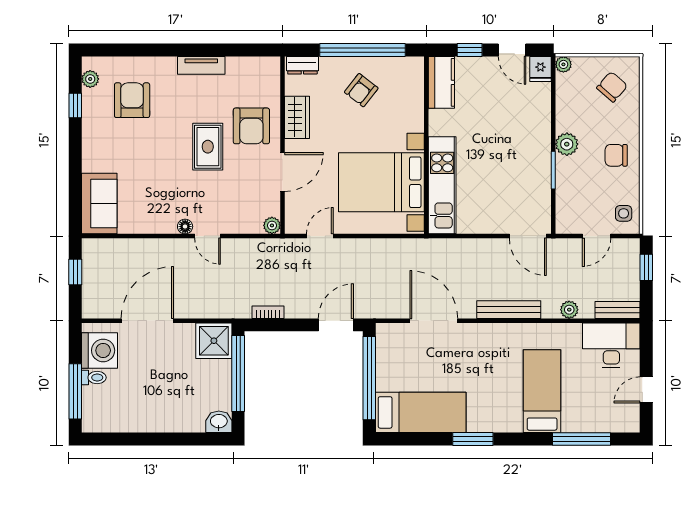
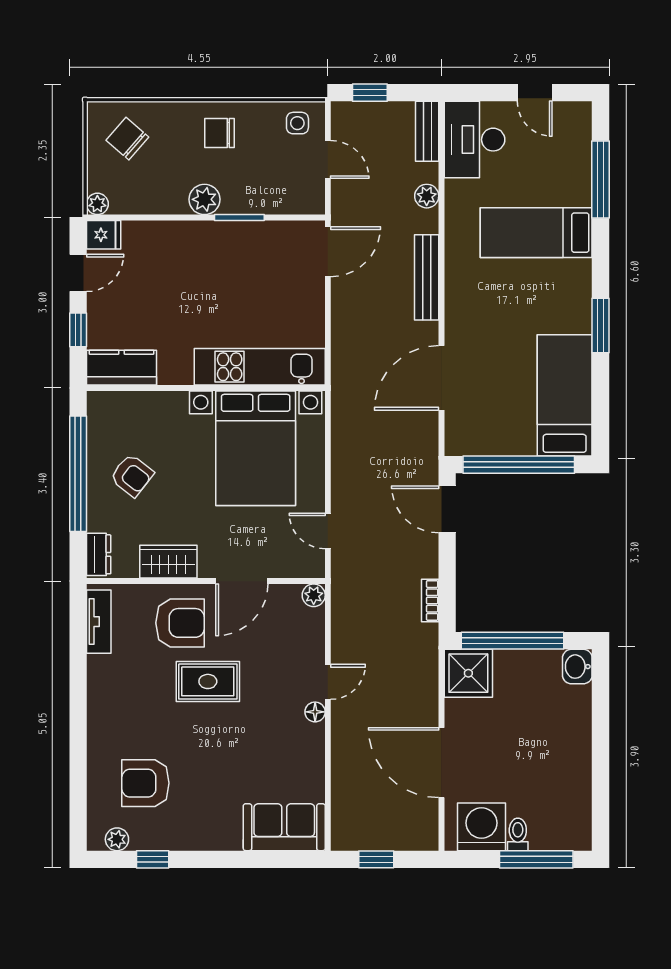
tv unit: (201, 65) -> (99, 622), moved
chair: (616, 155) -> (219, 133), turned 90
door: (283, 172) -> (242, 581), swing flipped

